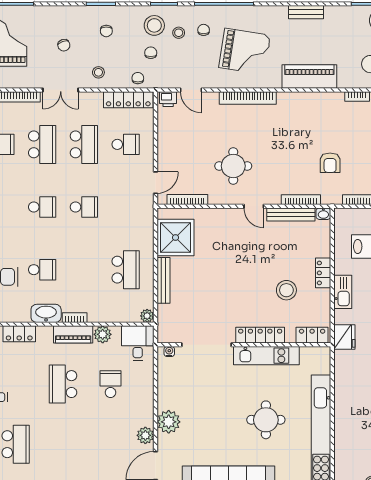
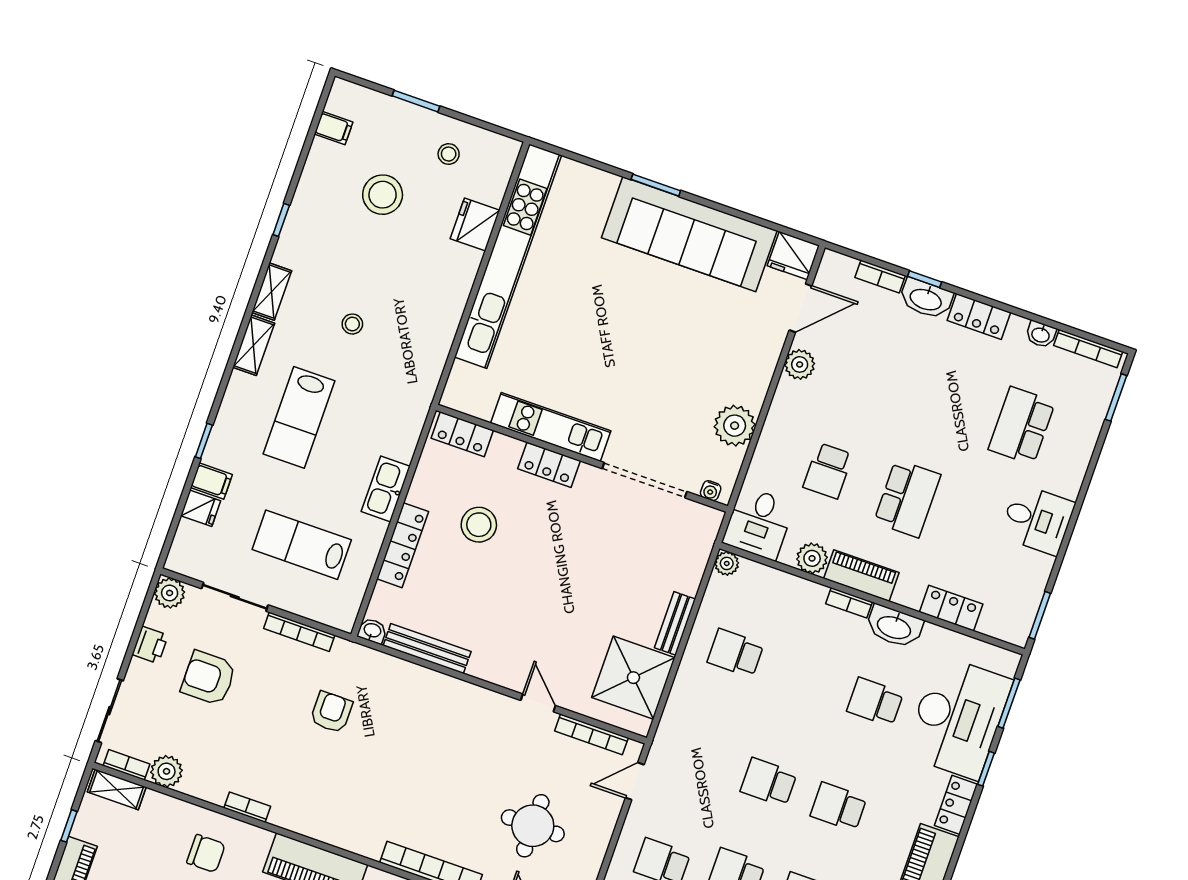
round table: (233, 166) -> (533, 826), moved
bookcase: (301, 200) -> (402, 668), removed
door: (254, 206) -> (538, 703), moved
school desk: (126, 270) -> (736, 653), width x0.54
locker: (323, 273) -> (403, 545), width x1.53
bench: (163, 280) -> (675, 623), width x0.73
locker: (260, 335) -> (549, 465), width x0.66
fridge: (344, 337) -> (475, 224), moved
round table: (266, 420) -> (589, 320), removed
plant: (169, 422) -> (735, 426), moved

